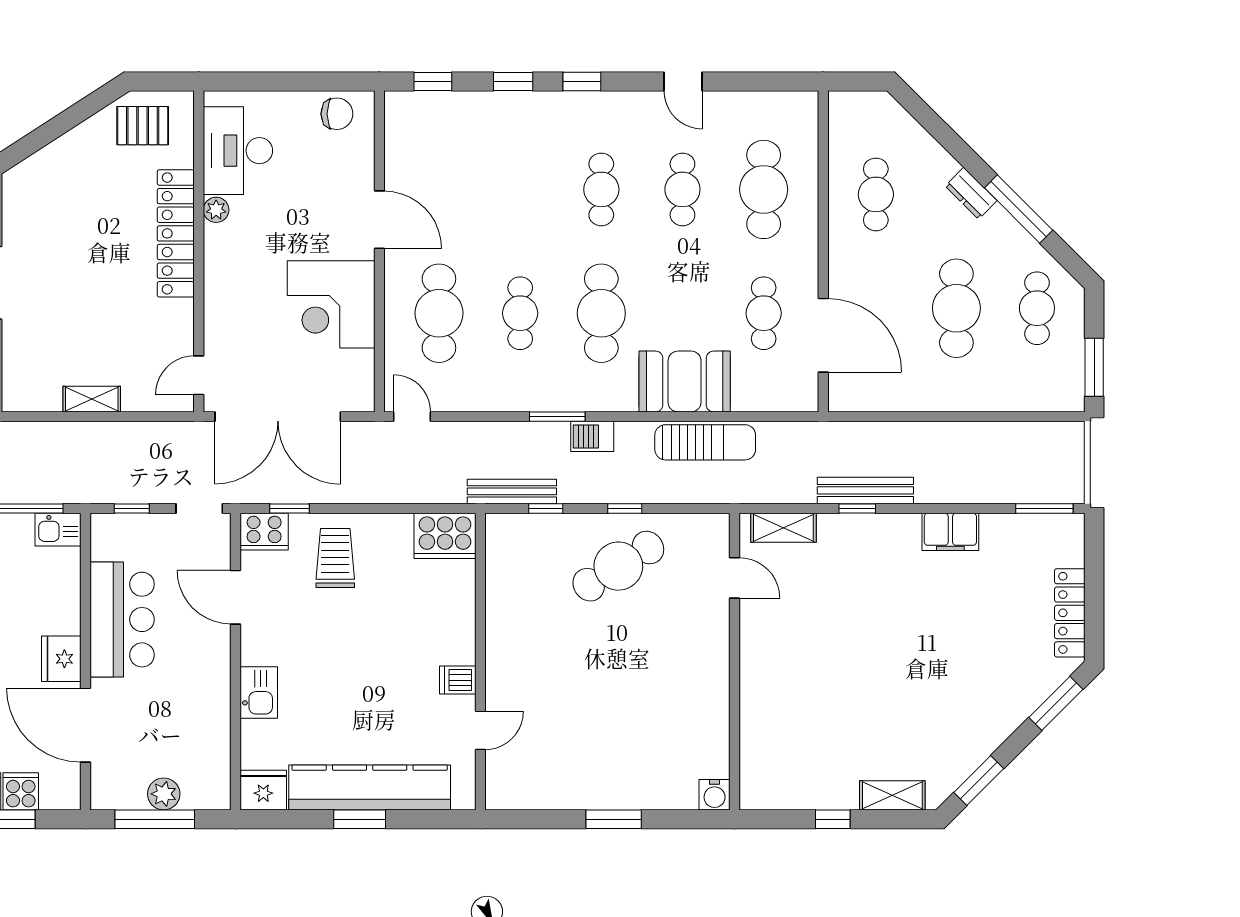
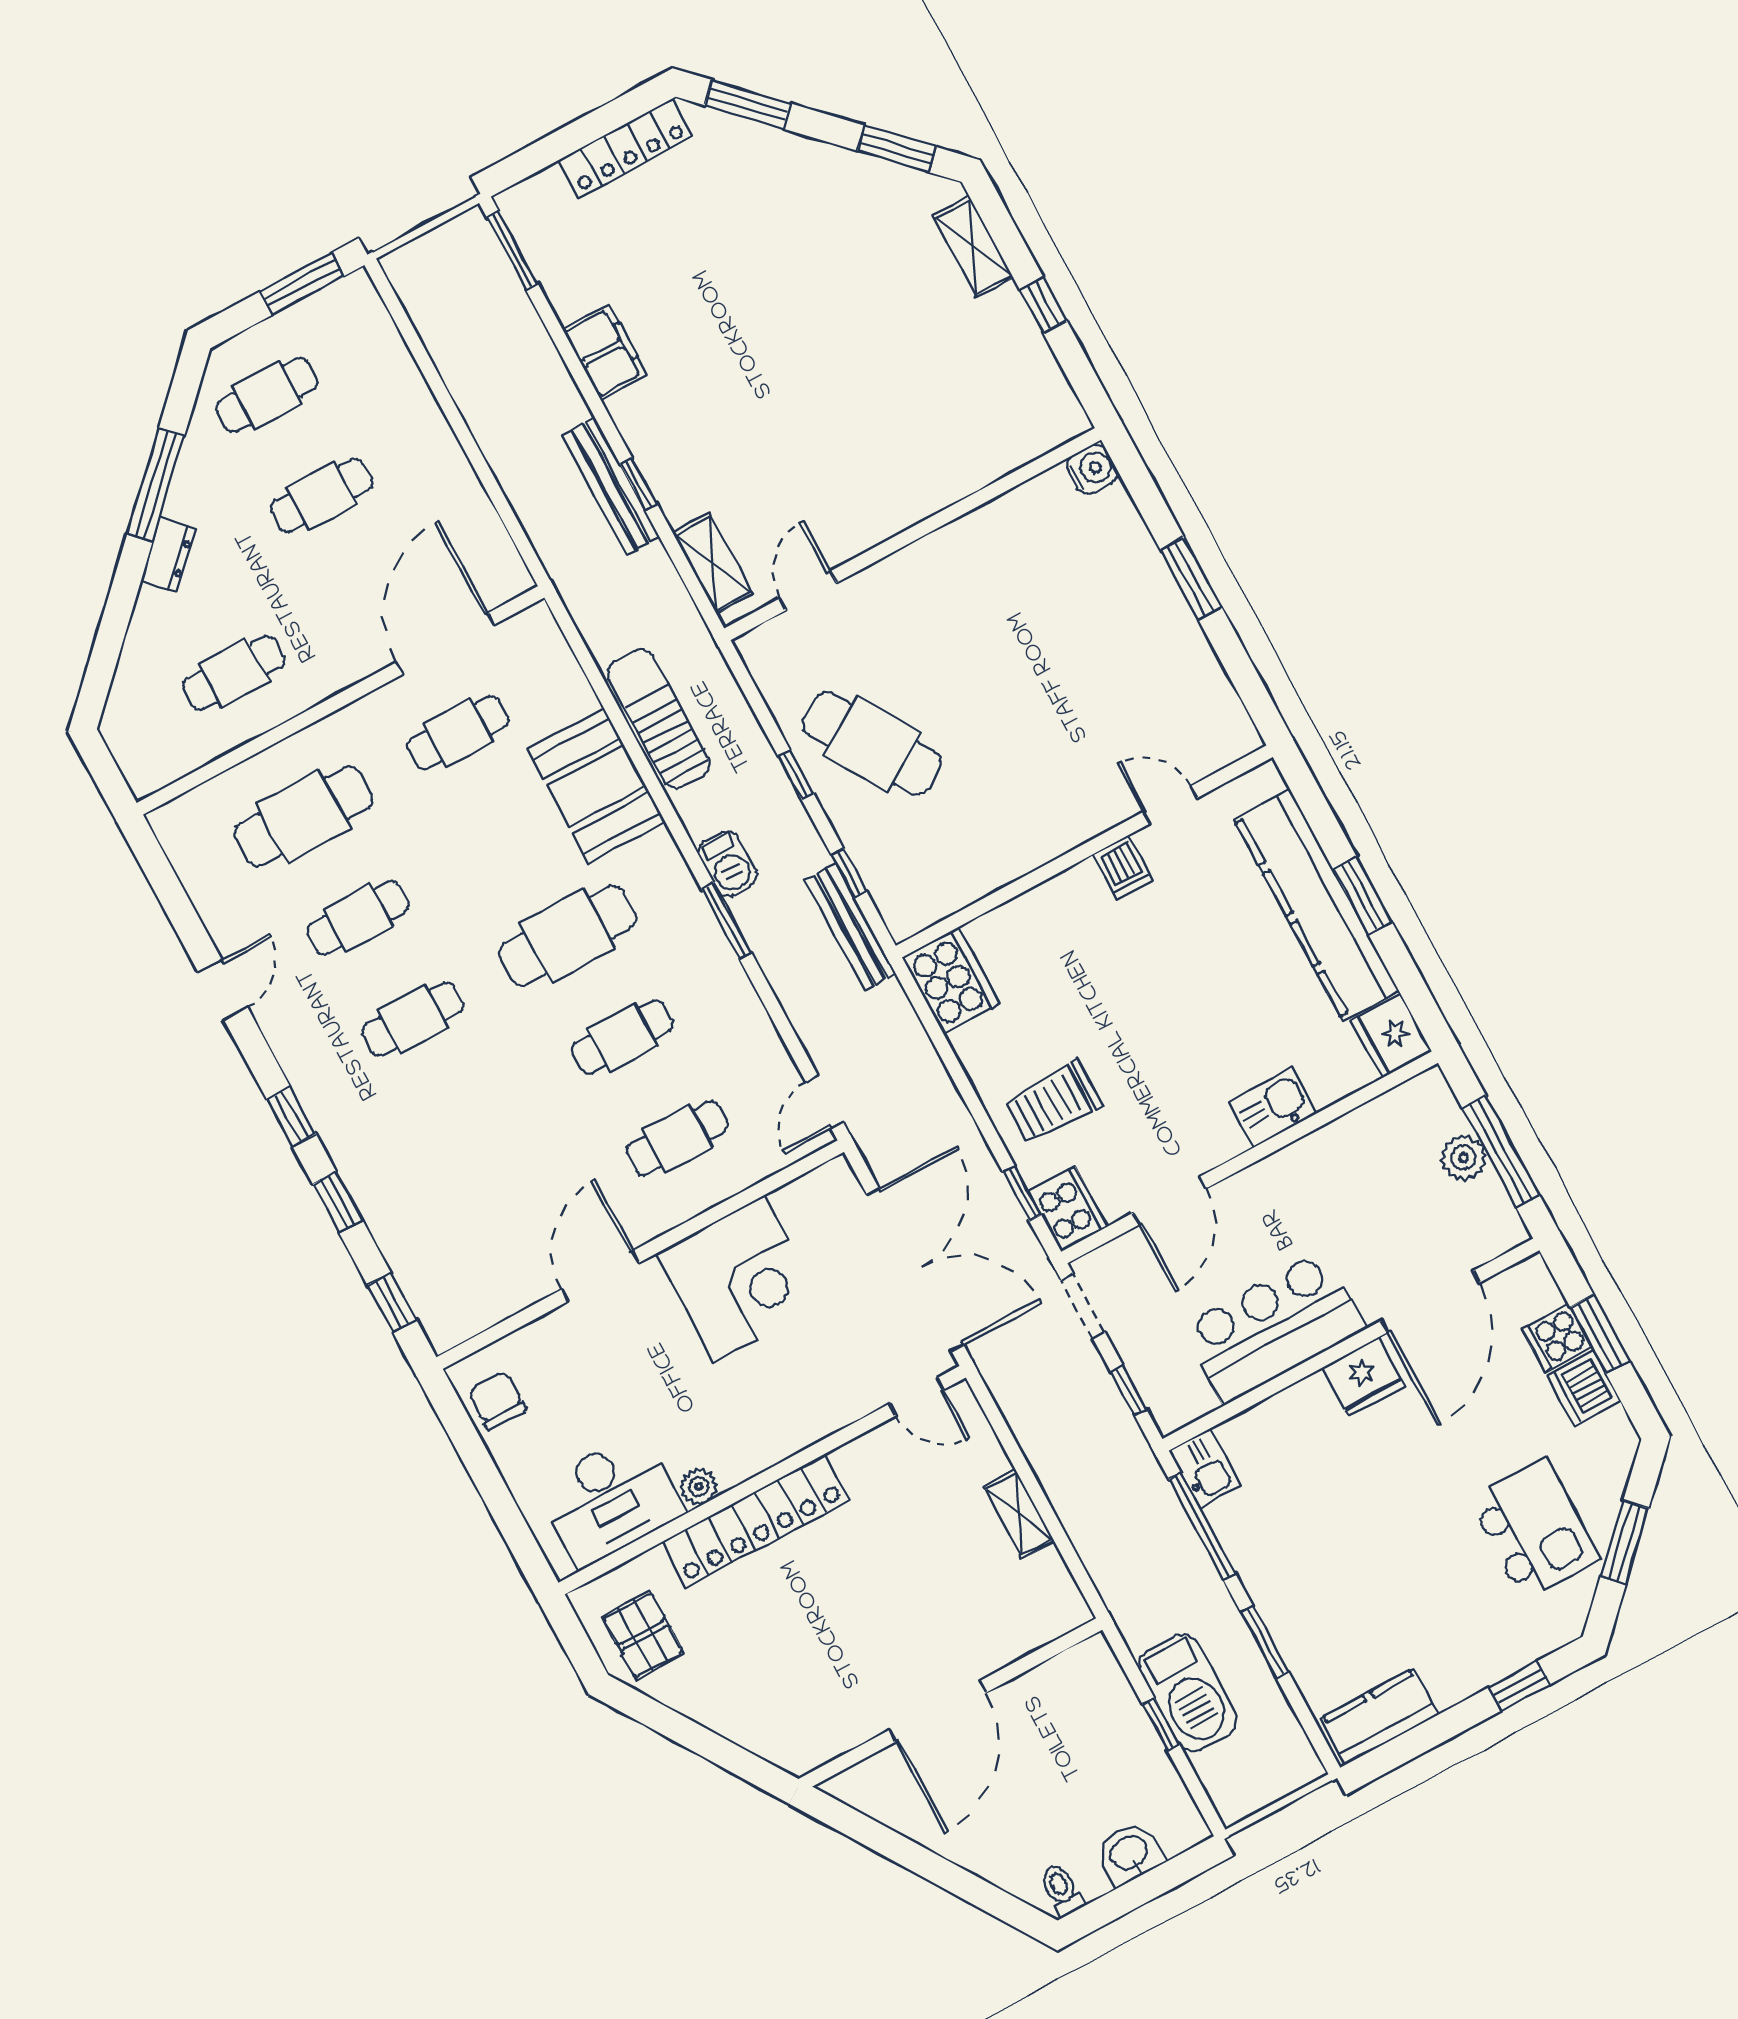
cafe table: (956, 308) -> (322, 496), width x0.73, depth x0.74
cafe table: (439, 313) -> (677, 1138), width x0.73, depth x0.74

